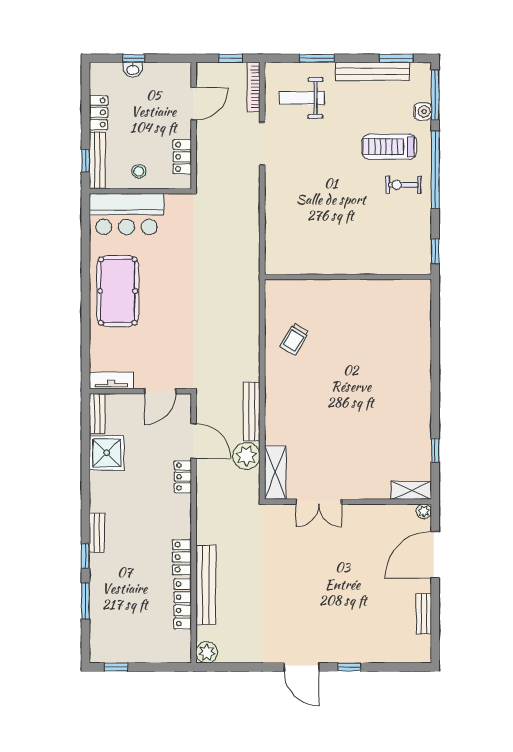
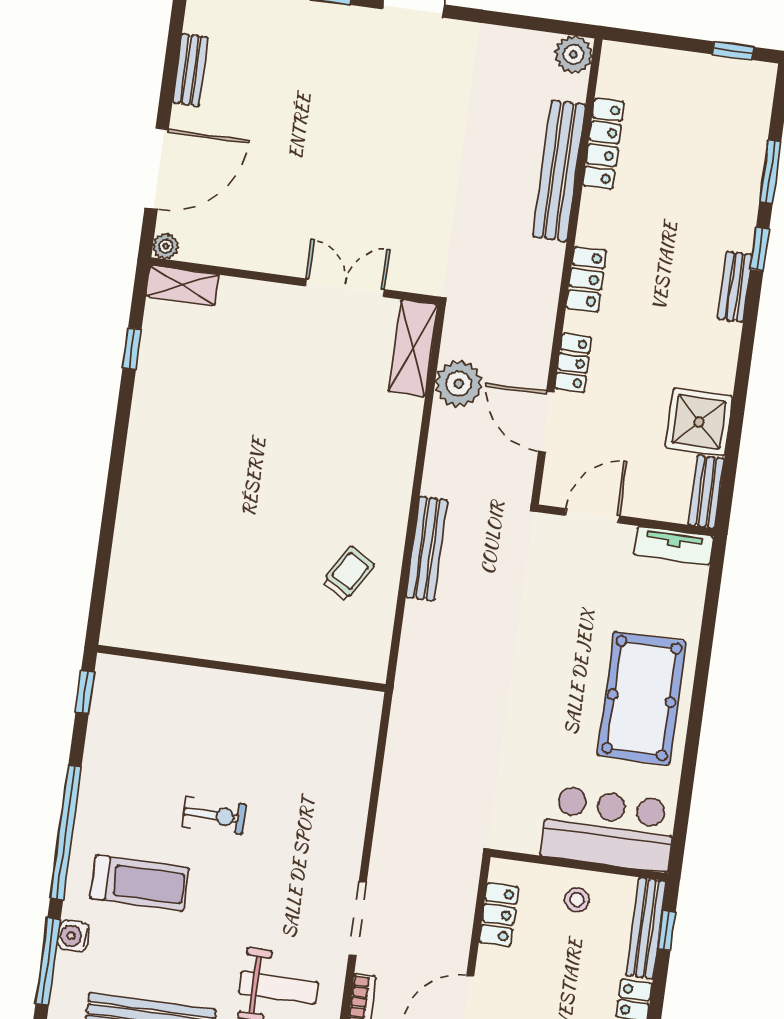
exercise bike: (403, 185) -> (214, 815), moved
bench: (252, 412) -> (427, 549), moved
locker: (182, 557) -> (586, 279), moved

